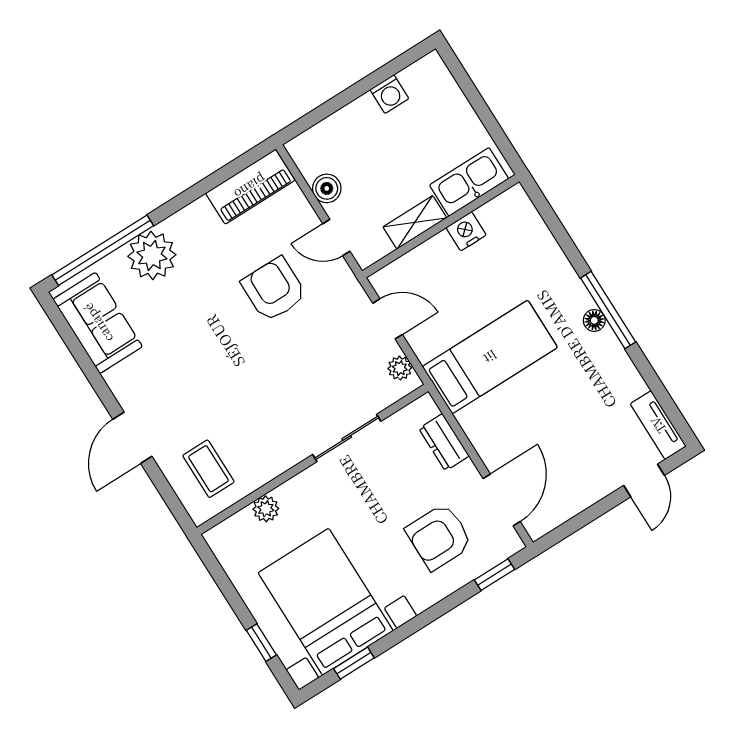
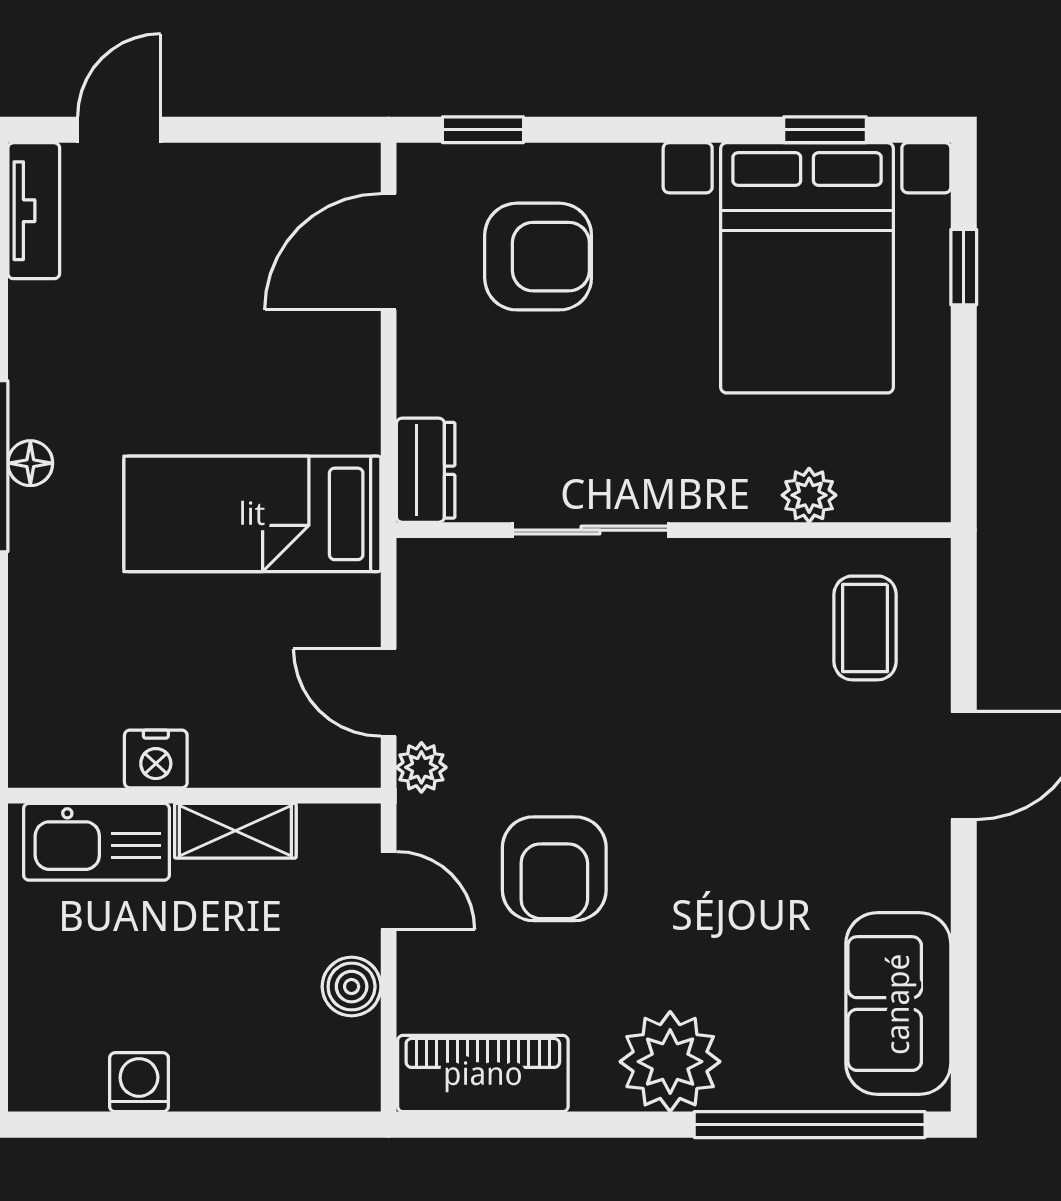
plant: (152, 255) -> (670, 1062), moved
plant: (400, 368) -> (421, 767), moved
dresser: (444, 442) -> (426, 470), moved

